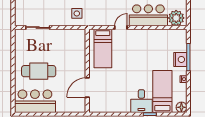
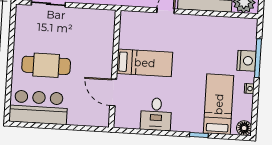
bed: (103, 48) -> (145, 63), moved, turned -90
door: (87, 87) -> (113, 92), hinge flipped
desk: (141, 101) -> (156, 114), moved

